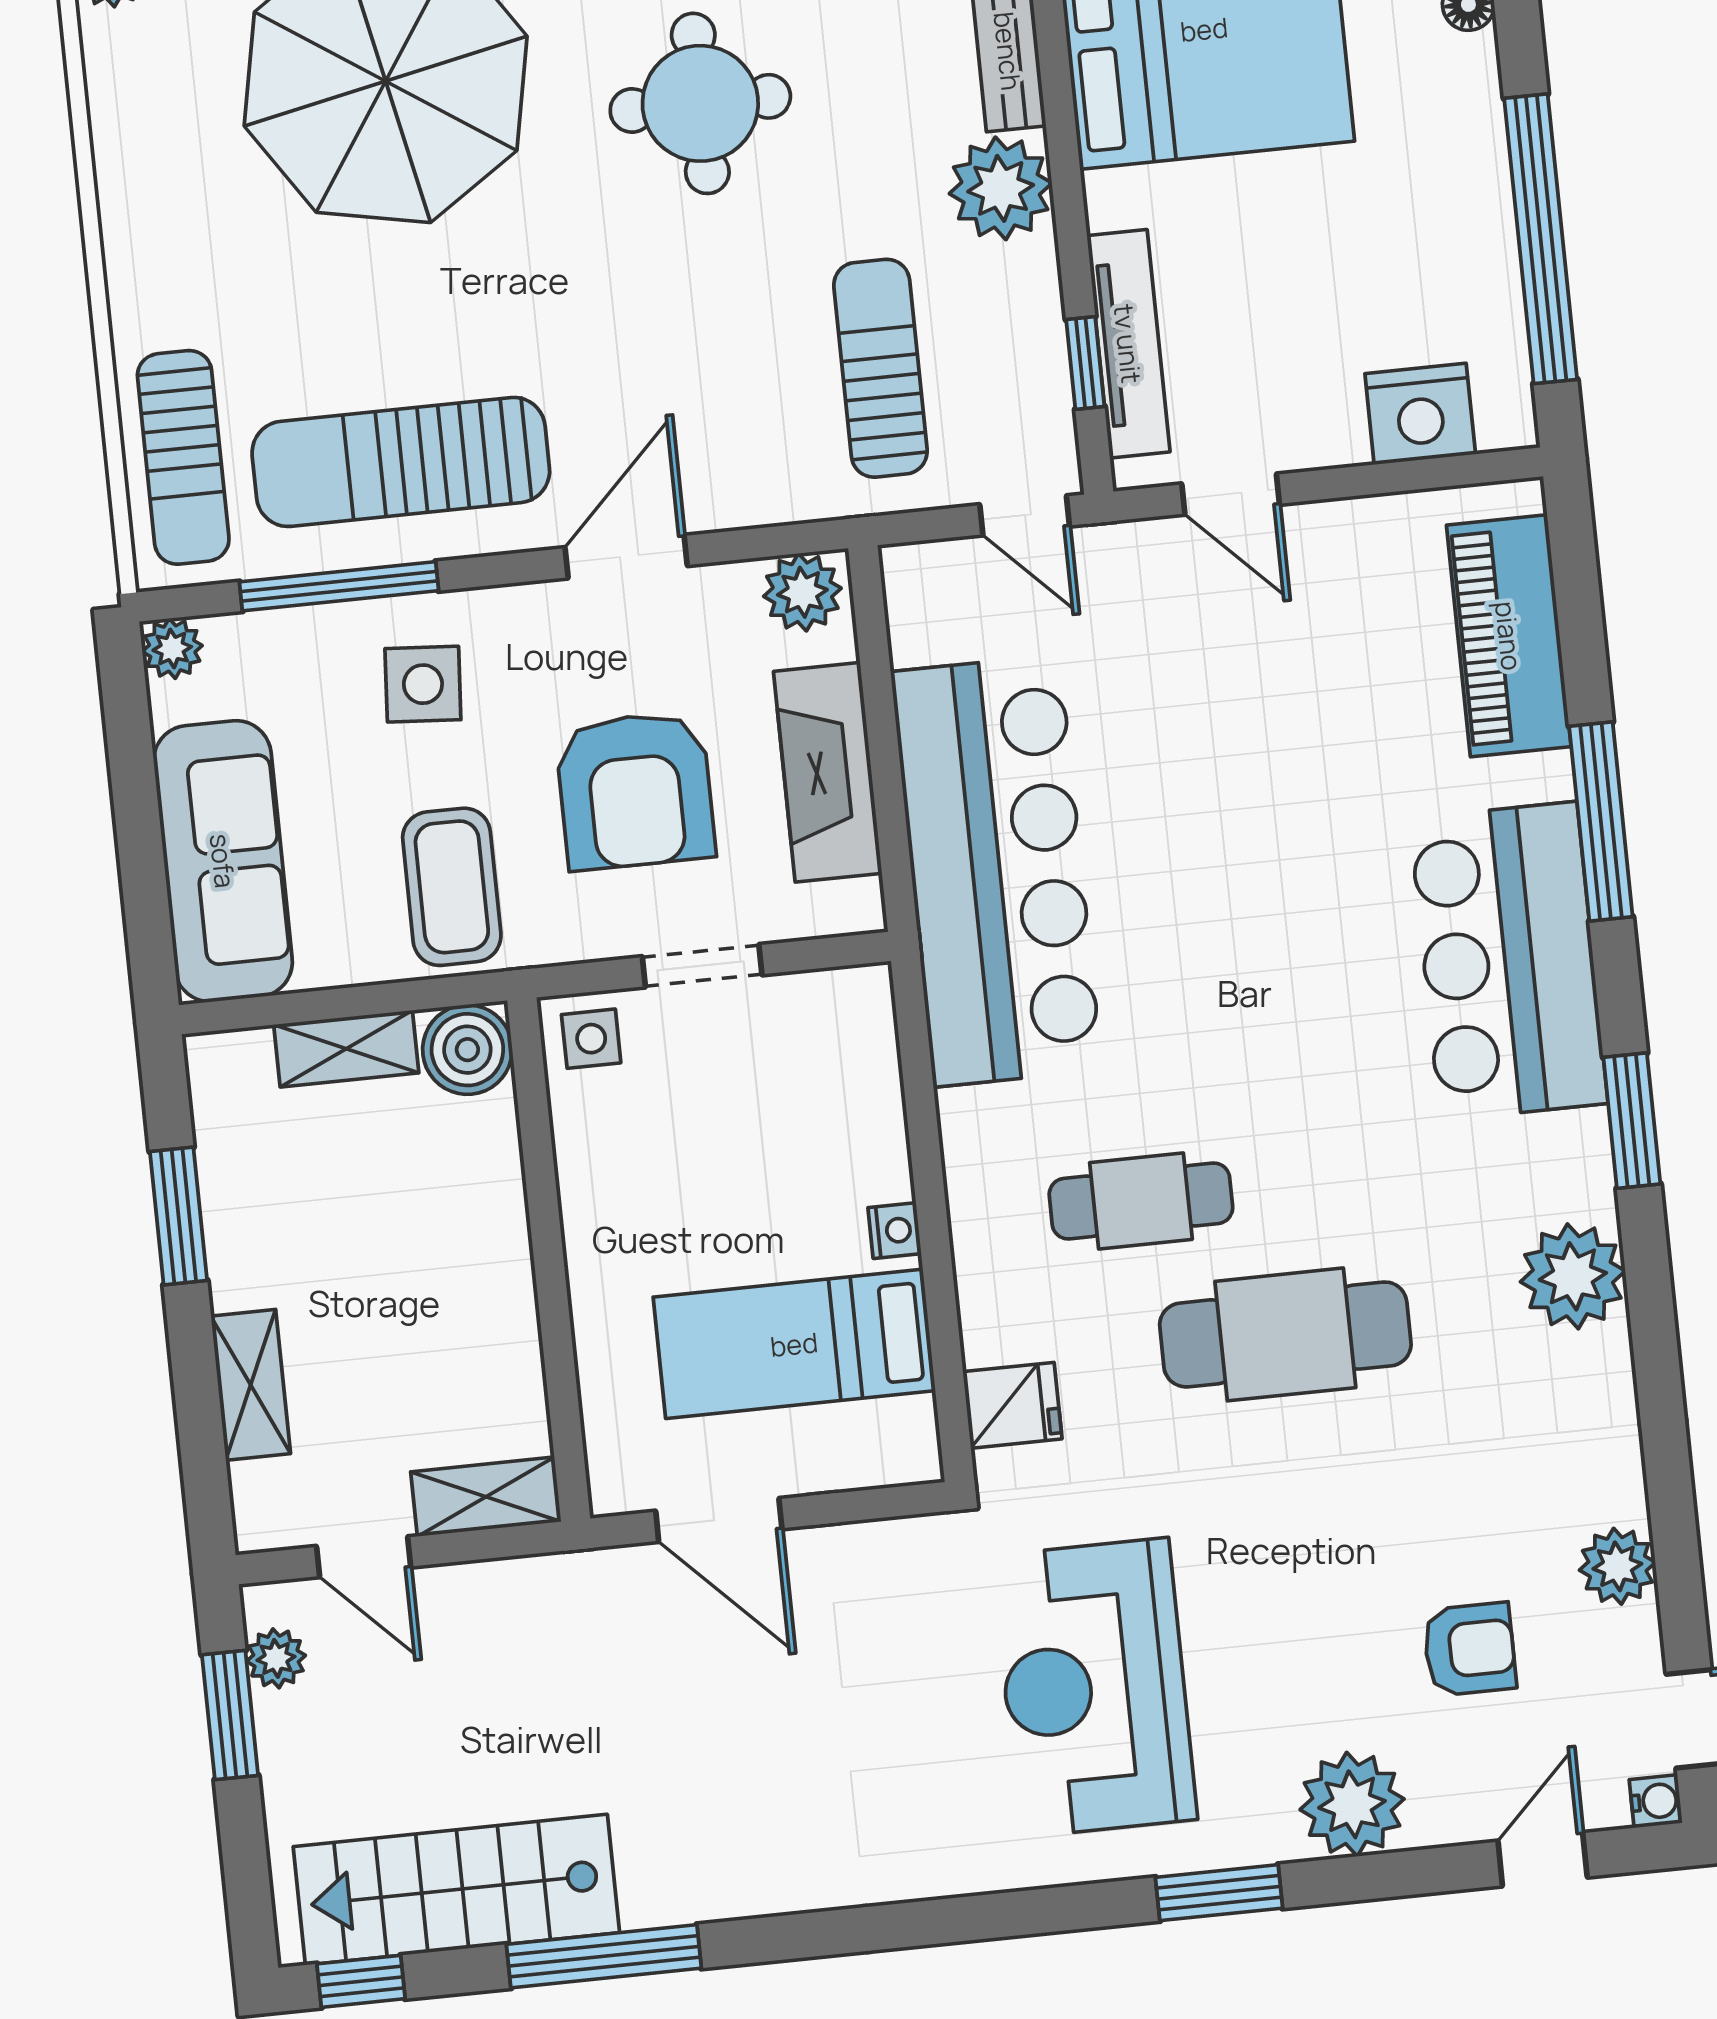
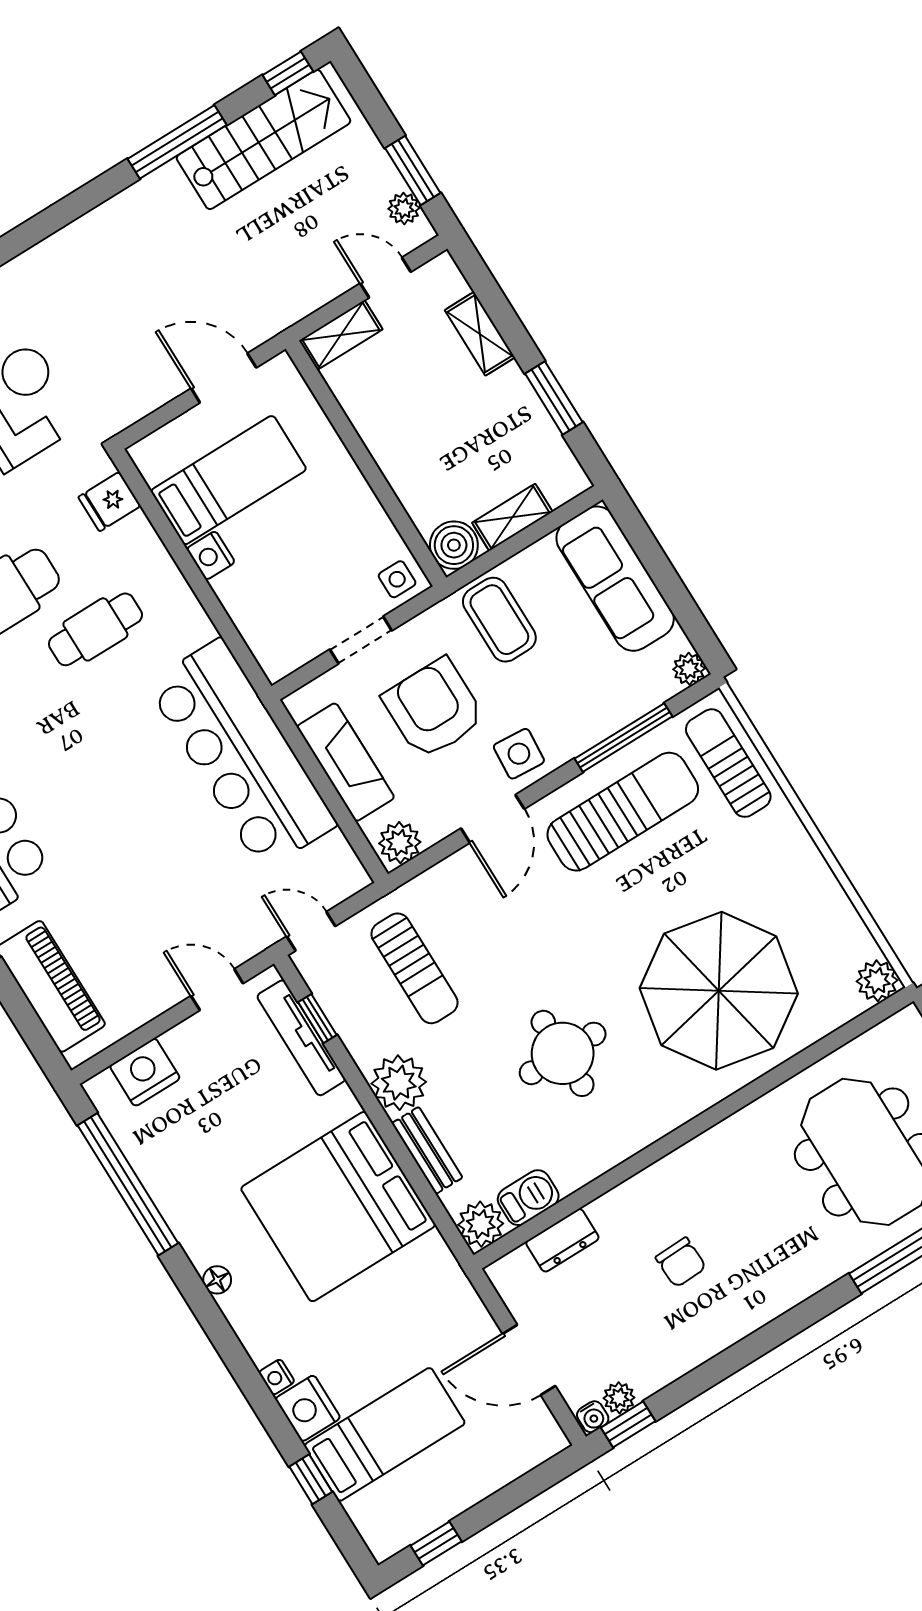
side table: (423, 684) -> (519, 754), moved
nightstand: (895, 1231) -> (211, 555), width x1.39, depth x1.35

